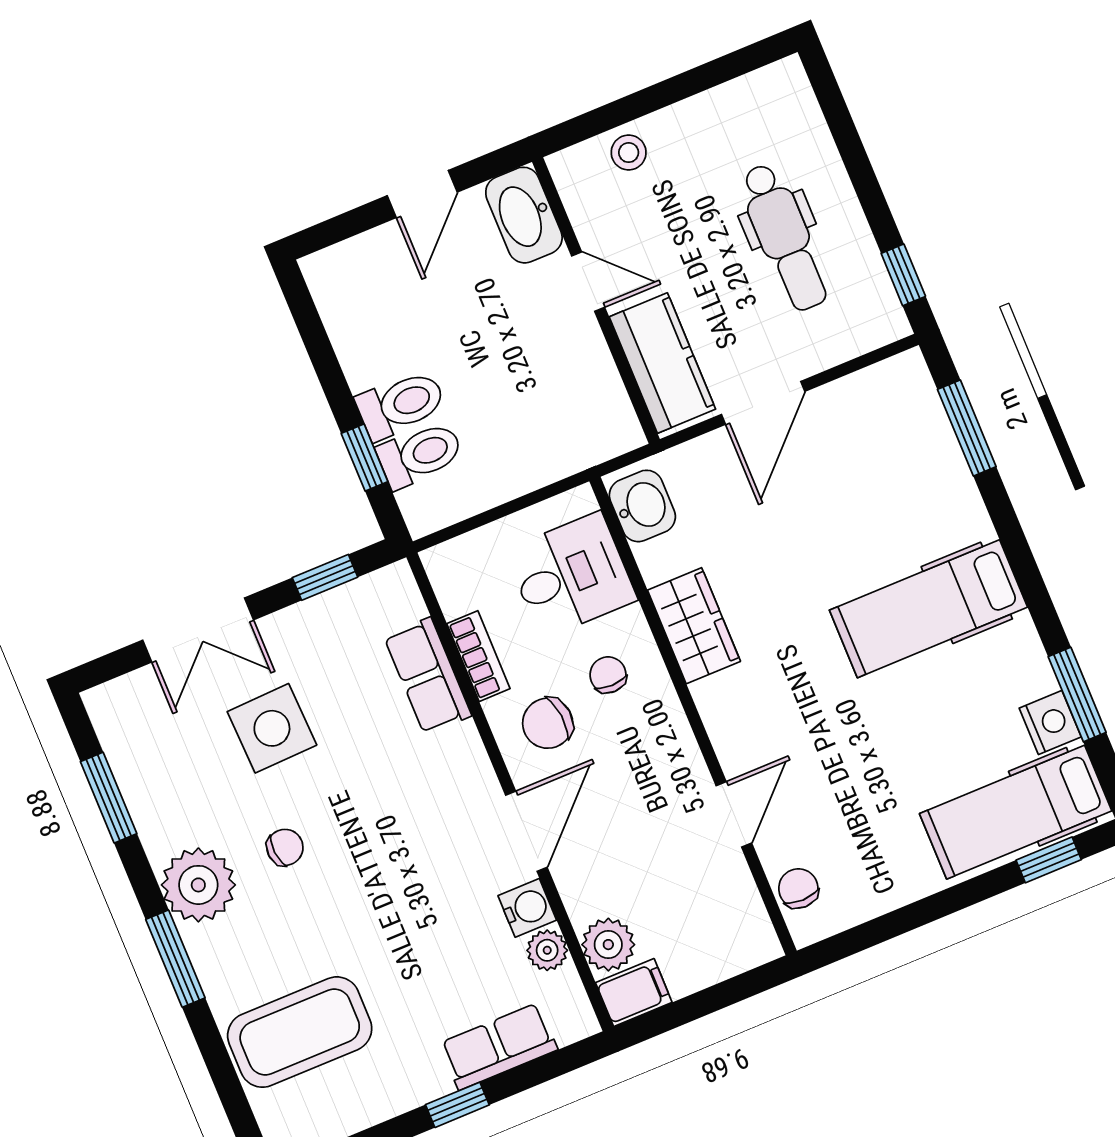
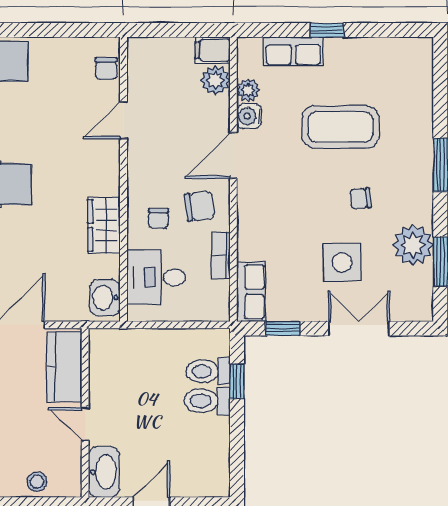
row of seats: (428, 676) -> (251, 292), moved
plant: (198, 885) -> (413, 245), moved
coffee table: (300, 1032) -> (340, 127), moved

